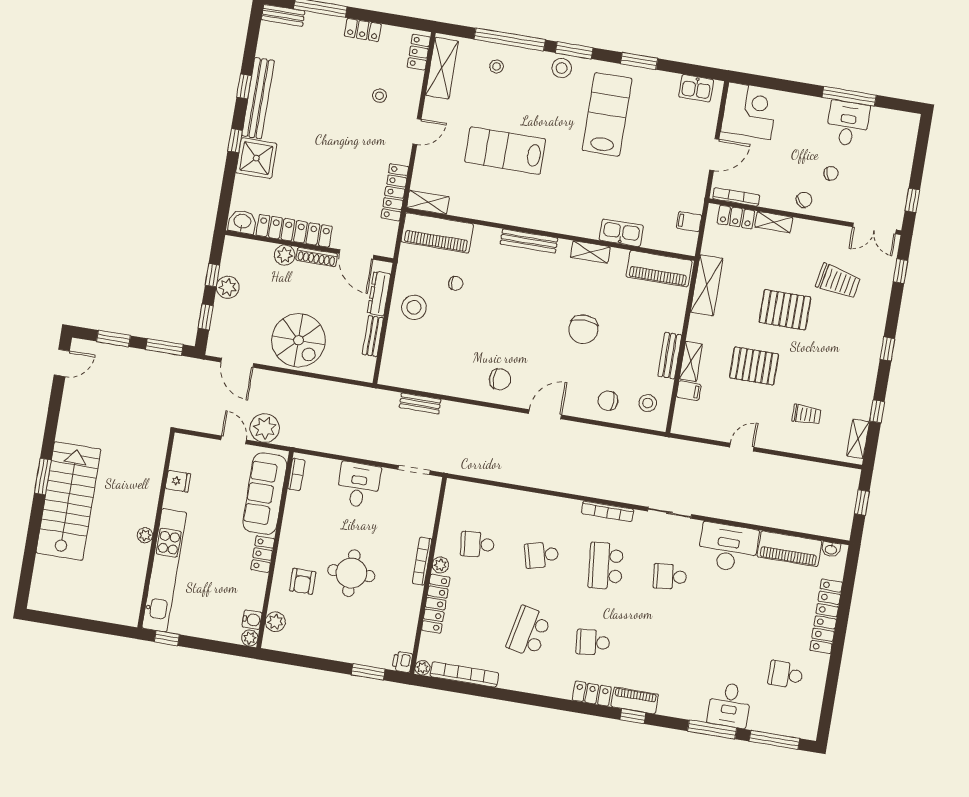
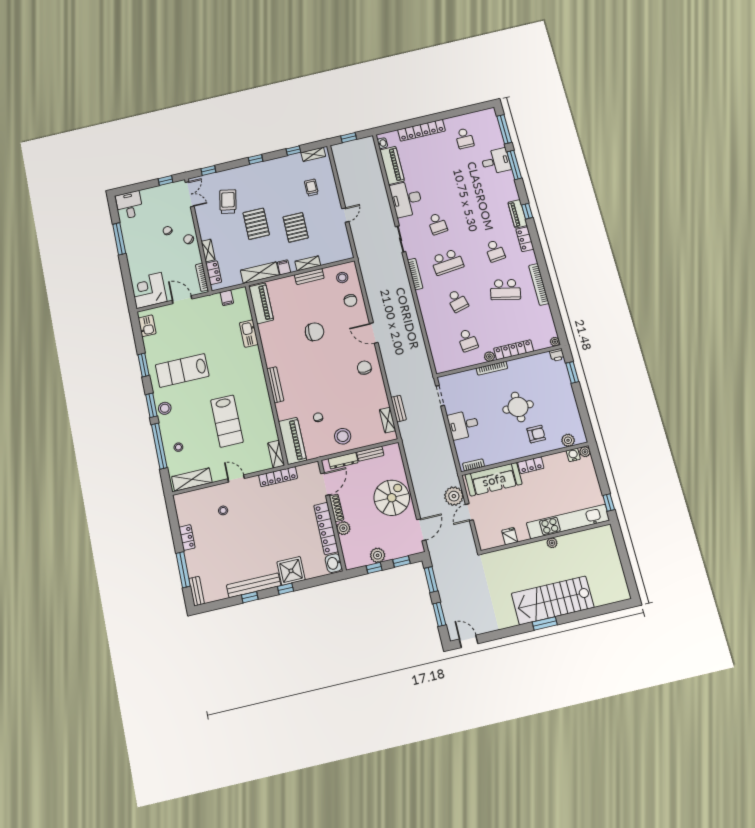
locker: (419, 52) -> (187, 498), removed
desk: (848, 124) -> (129, 205), moved, turned 90
shelving: (590, 252) -> (388, 420), moved
filing cabinet: (689, 391) -> (284, 267), moved
door: (742, 447) -> (345, 215), swing flipped
bookcase: (464, 674) -> (539, 284), moved

